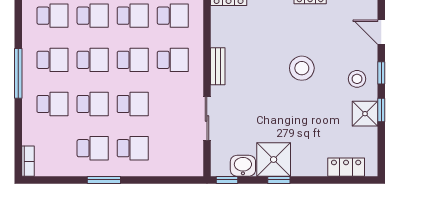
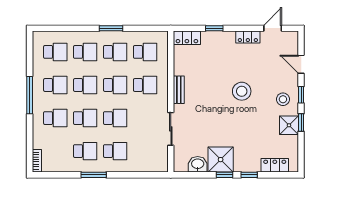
window: (227, 180) -> (249, 175), moved

